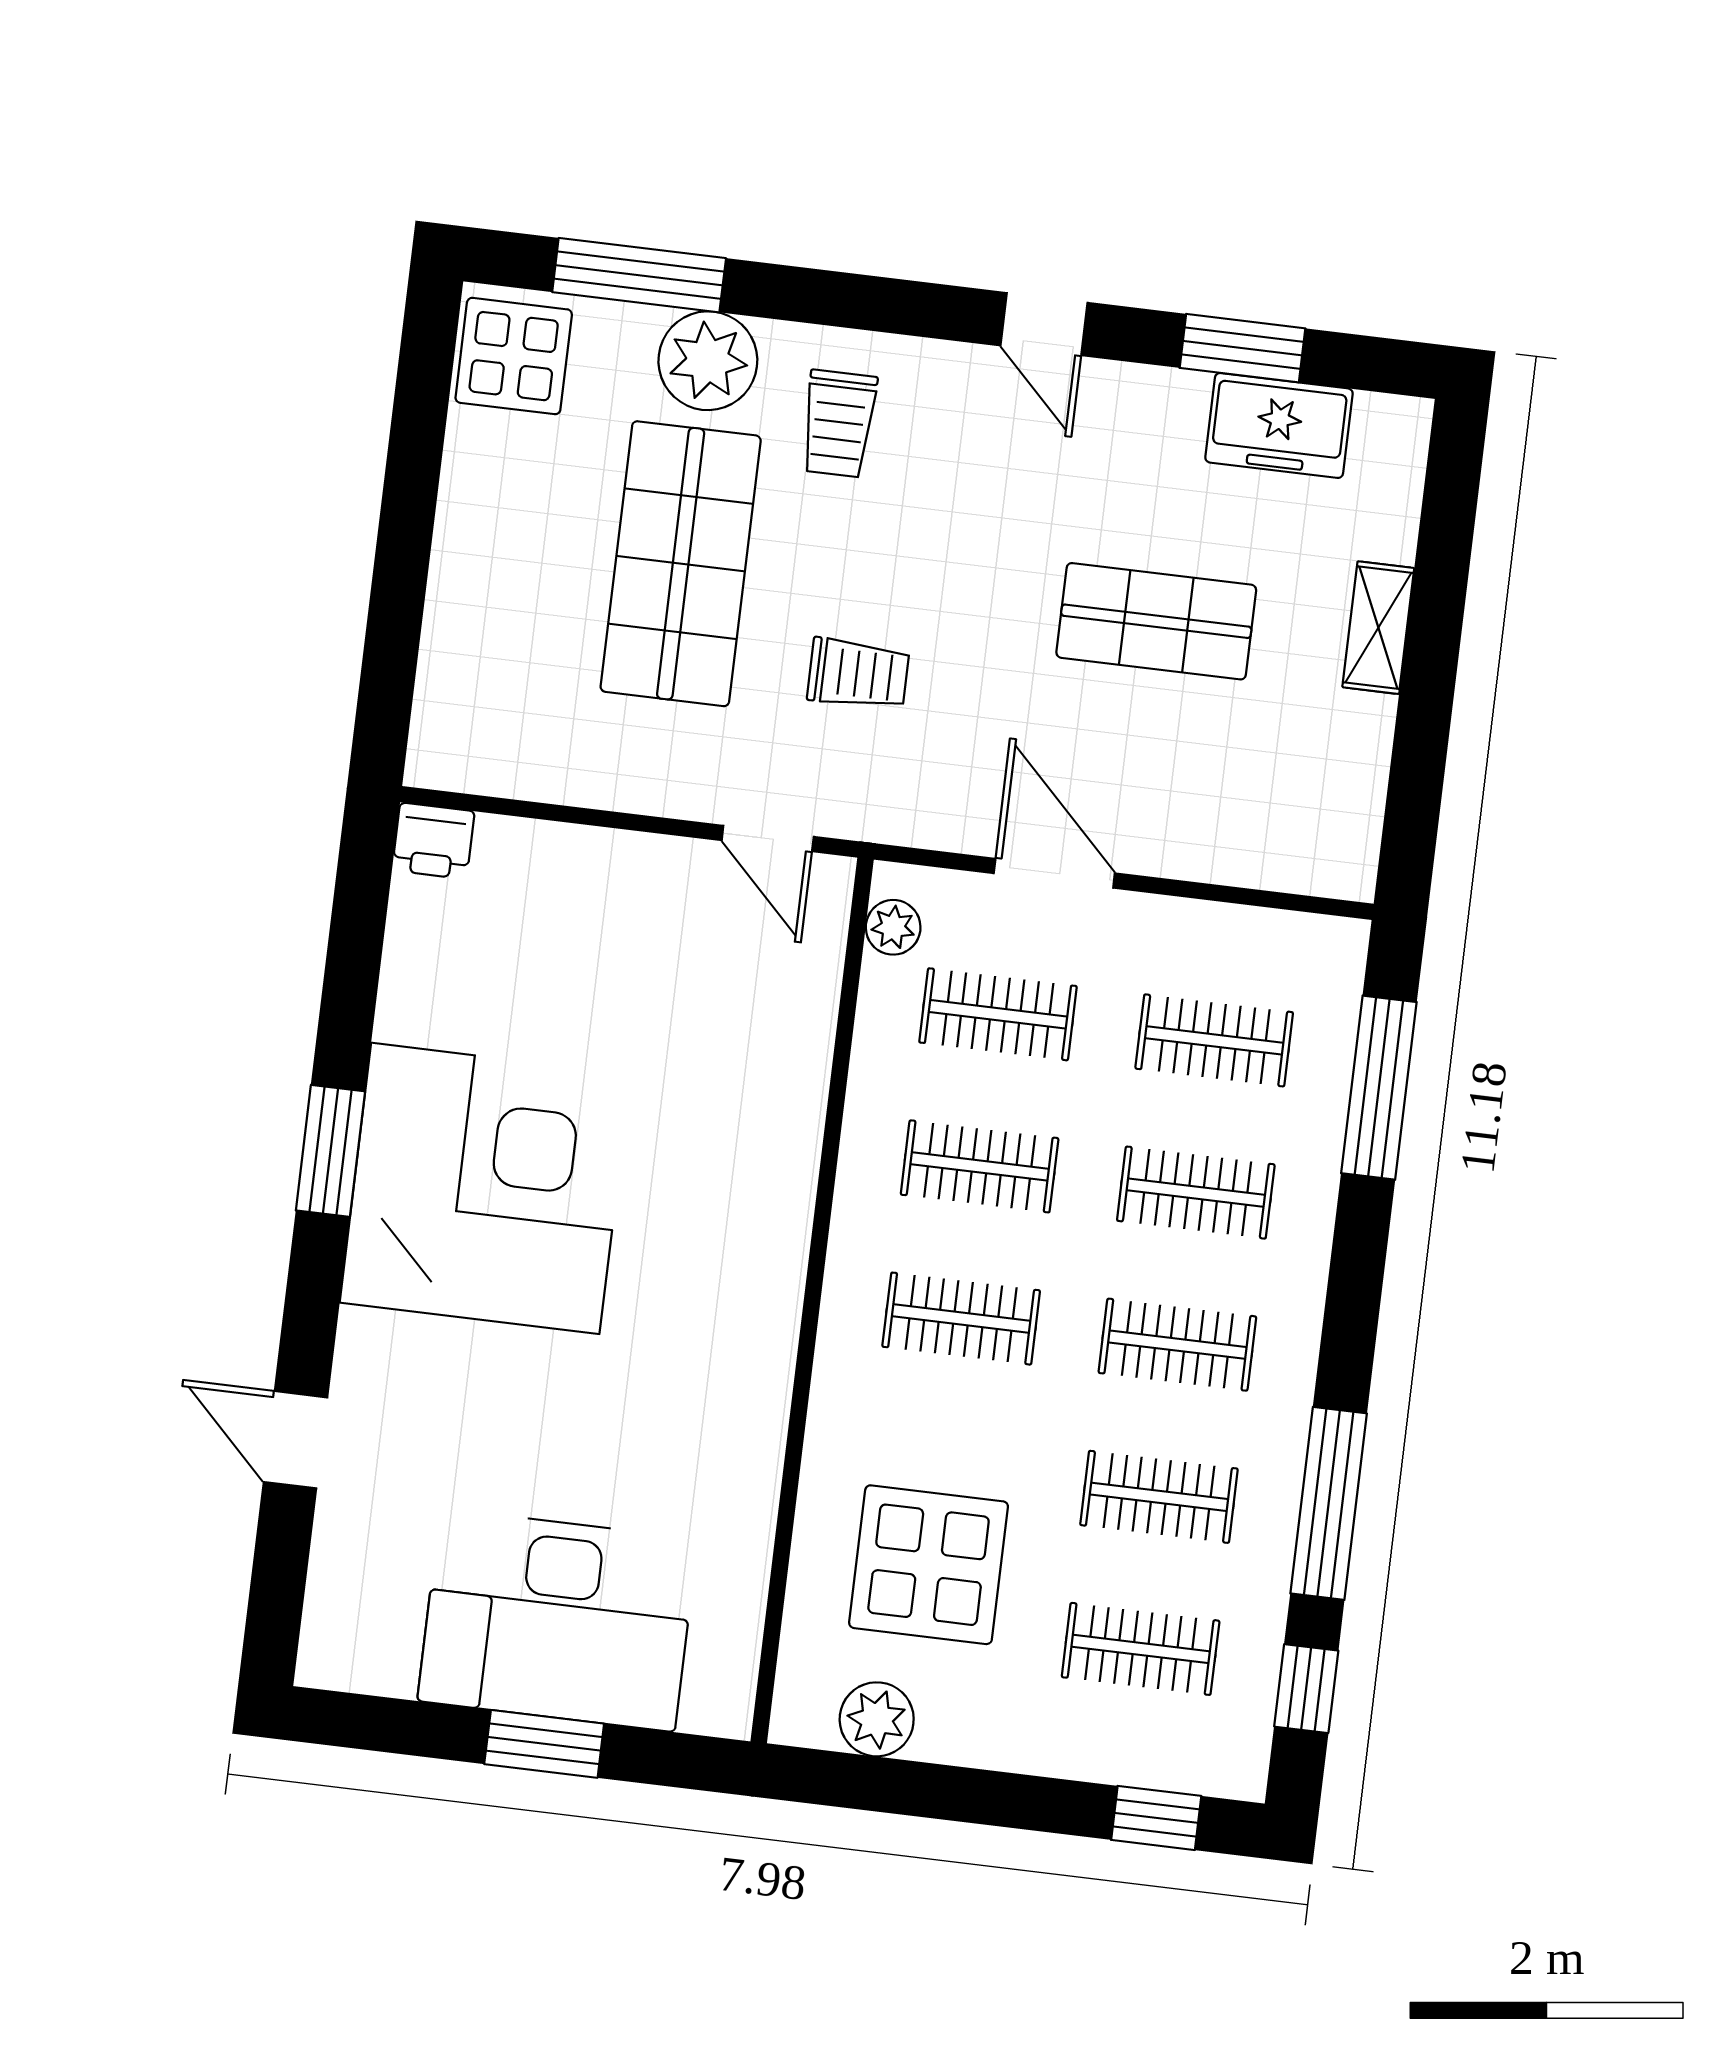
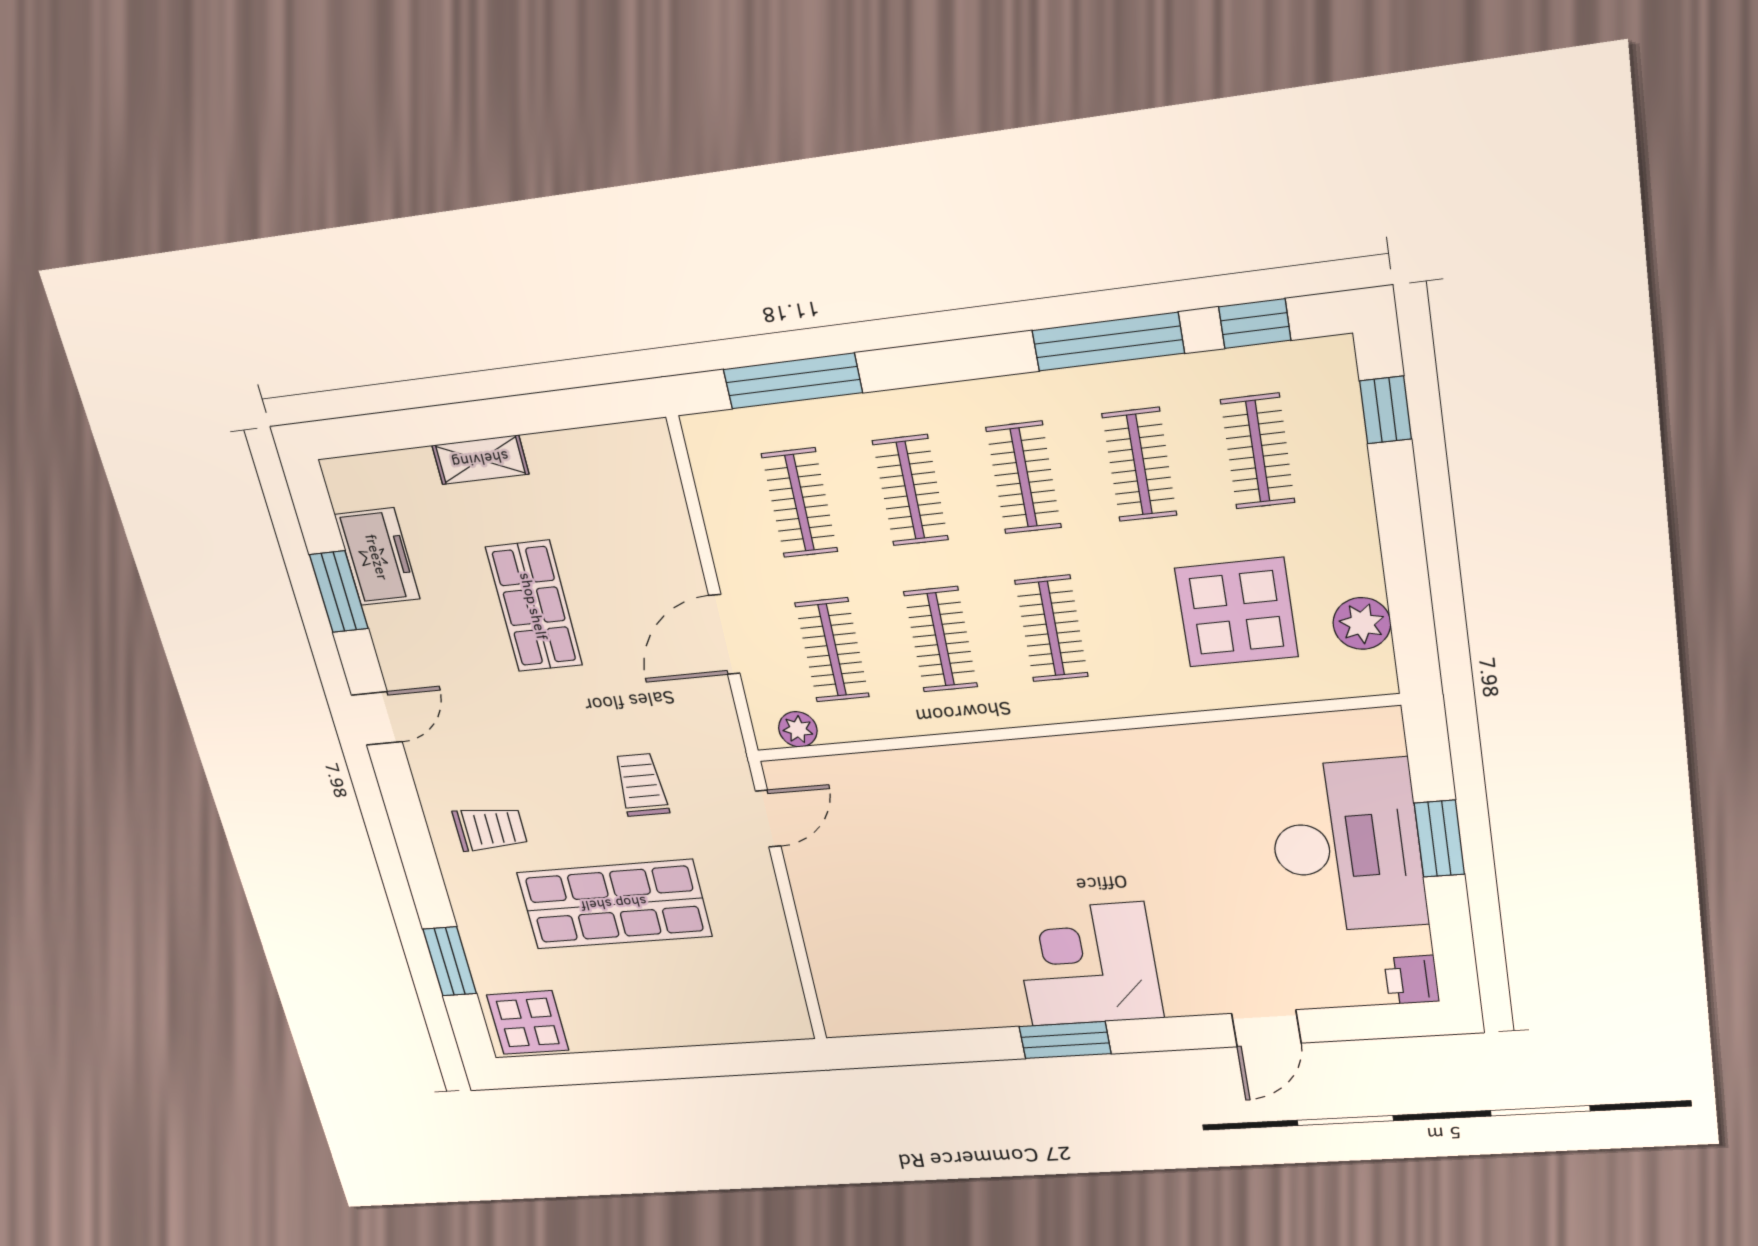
window: (639, 275) -> (450, 961), width x0.69
plant: (708, 361) -> (484, 913), removed
printer: (433, 841) -> (1412, 980), moved, turned 180
corner desk: (485, 1188) -> (1087, 964), width x0.74, depth x0.74

